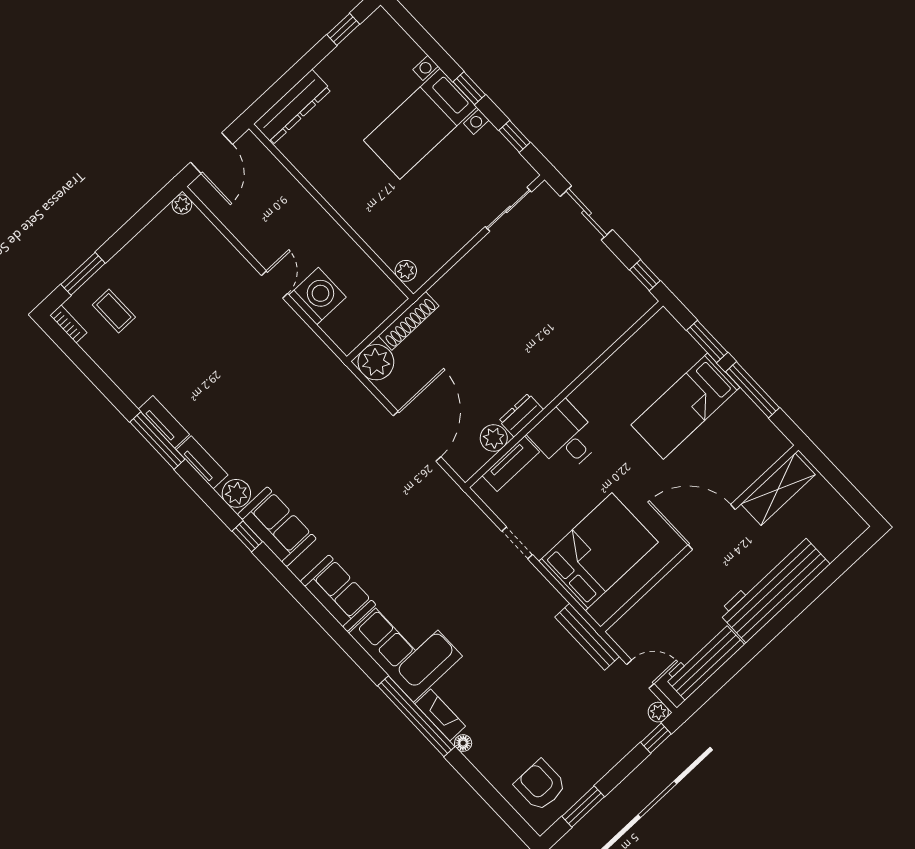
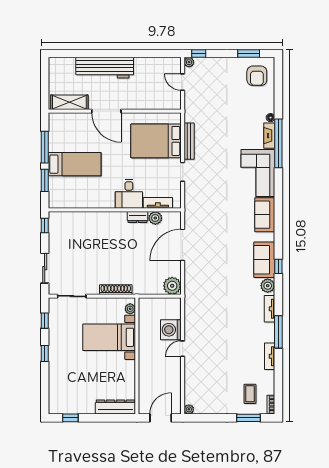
bed with nightstands: (420, 124) -> (109, 337), moved, turned 180
shoe rack: (409, 321) -> (116, 290), moved
tv unit: (164, 422) -> (270, 356), moved
bench: (587, 637) -> (189, 141), moved
workbench: (705, 661) -> (155, 65), removed

